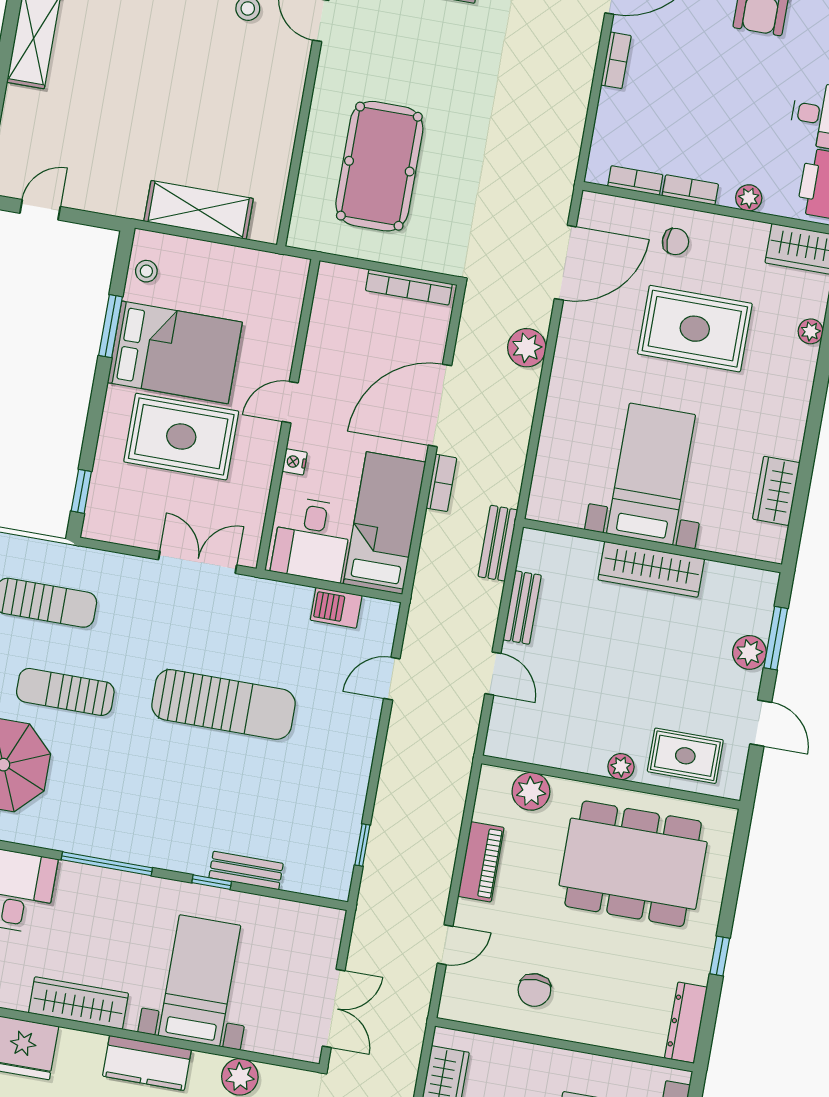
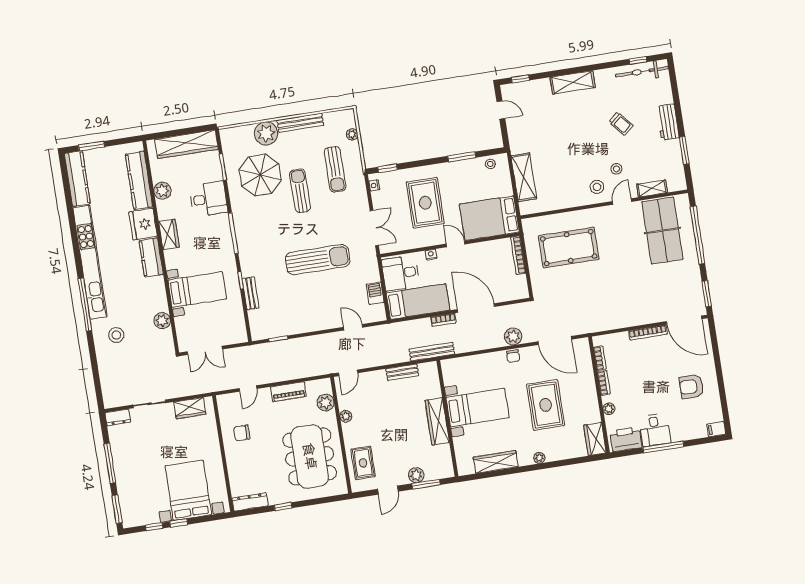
bookcase: (616, 60) -> (648, 333), width x1.56
stool: (272, 63) -> (597, 187), added
chair: (675, 242) -> (513, 356), moved
bookcase: (409, 287) -> (518, 255), moved
plant: (811, 331) -> (539, 458), moved
bed: (175, 352) -> (489, 218), moved, turned 90
wardrobe: (776, 491) -> (496, 462), width x1.50
nightstand: (108, 531) -> (374, 185), added
bench: (498, 543) -> (432, 352), width x1.36
door: (493, 674) -> (348, 373), moved
sun lounger: (224, 704) -> (318, 260), turned -90
plant: (621, 767) -> (346, 416), moved
door: (445, 945) -> (248, 388), hinge flipped
wardrobe: (78, 1003) -> (169, 234), width x0.67
kitchen counter: (147, 1063) -> (151, 258), moved

